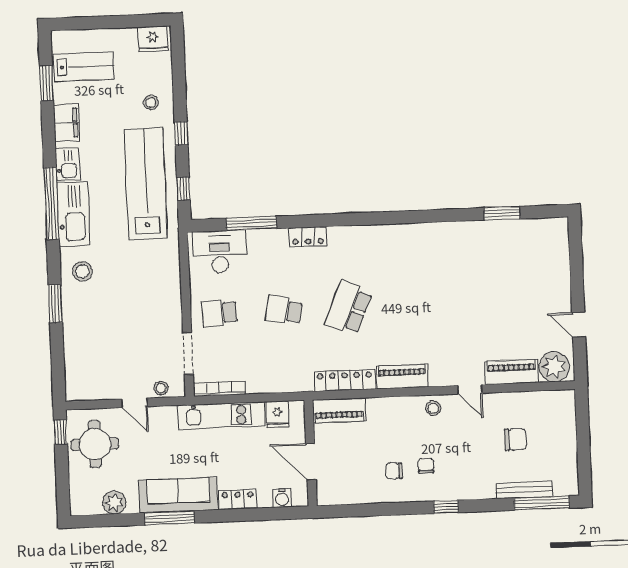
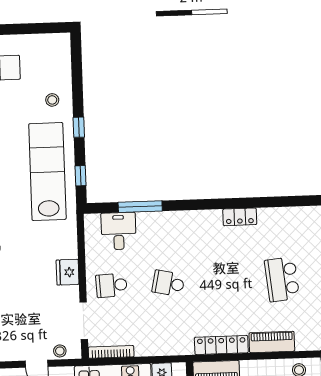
fridge: (153, 39) -> (68, 272), moved, turned 90
locker: (308, 237) -> (240, 217), moved
desk: (220, 252) -> (119, 231), width x0.73
school desk: (349, 308) -> (282, 279), moved, turned -30

